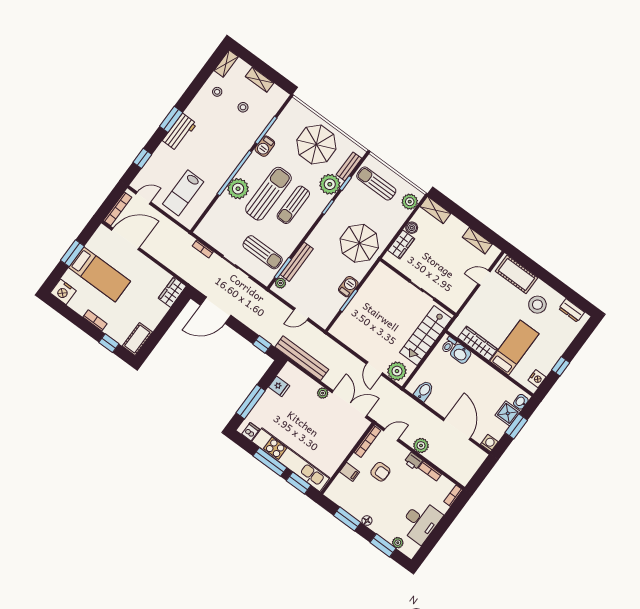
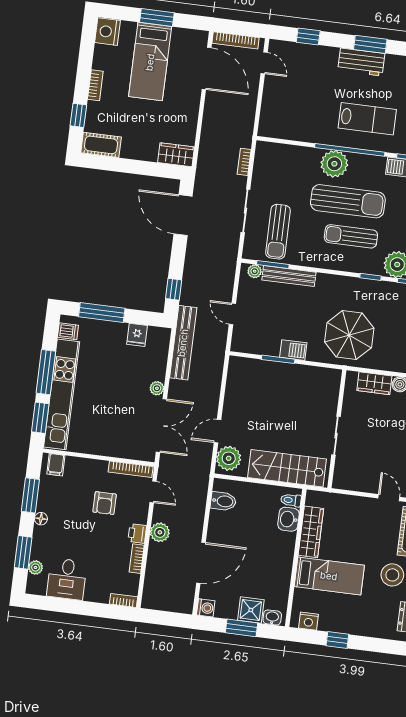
lab bench: (183, 193) -> (367, 119), moved, turned 180
filing cabinet: (350, 472) -> (56, 465), moved
desk: (420, 522) -> (67, 579), width x0.73

